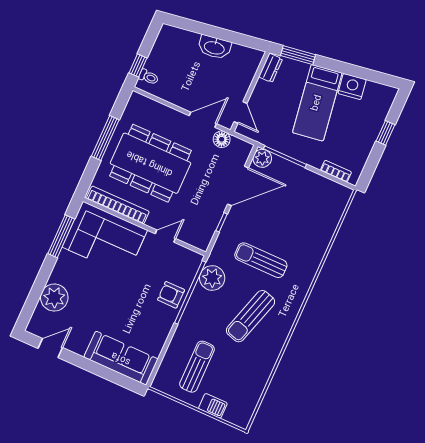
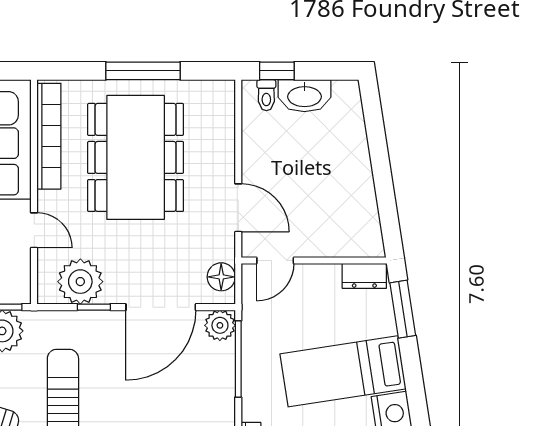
washbasin: (214, 47) -> (304, 96), moved, turned -81
floor lamp: (222, 139) -> (221, 277), moved
door: (238, 186) -> (161, 307), hinge flipped
plant: (204, 223) -> (80, 282), added

